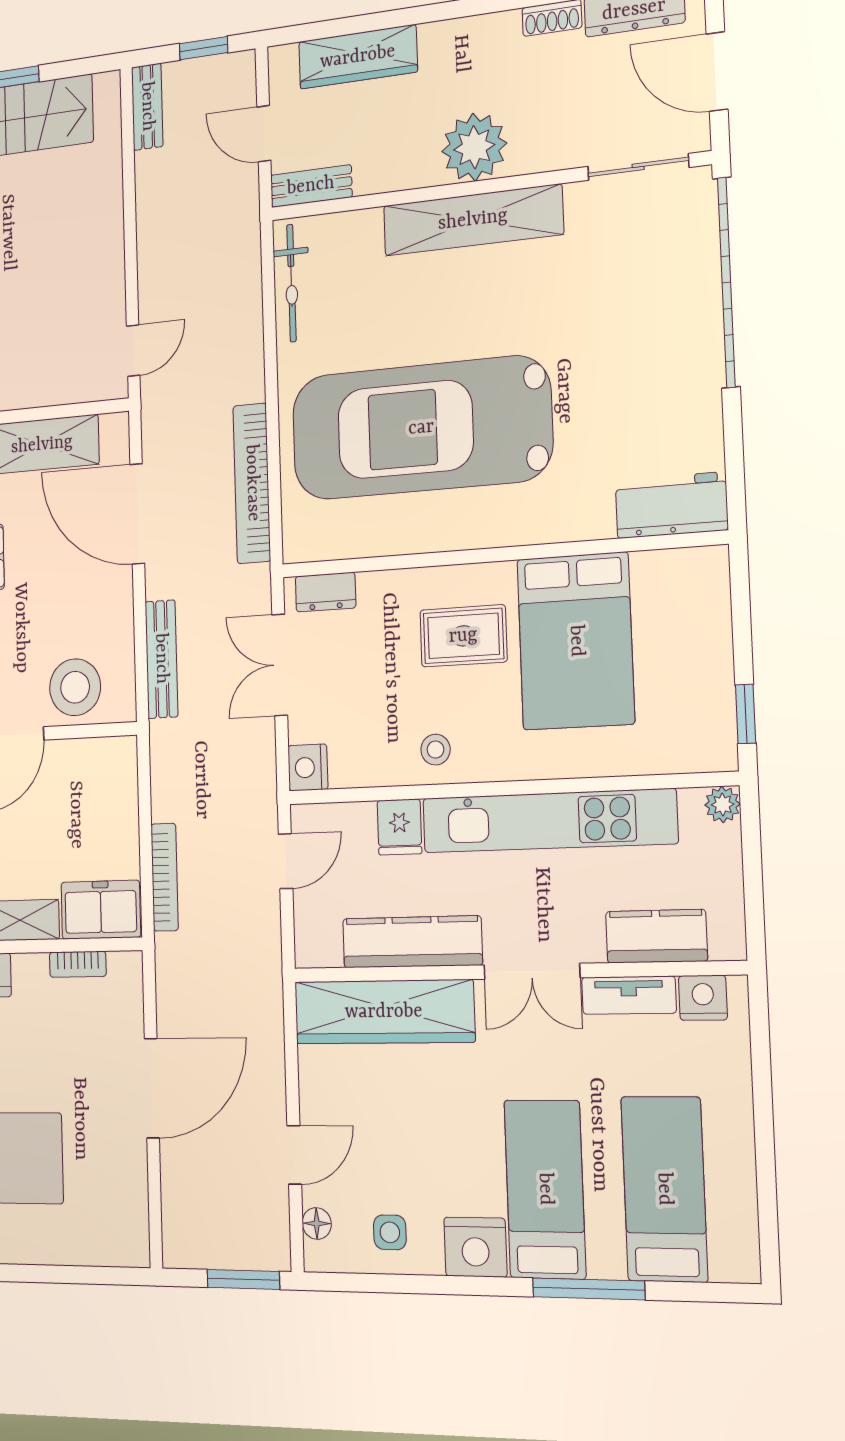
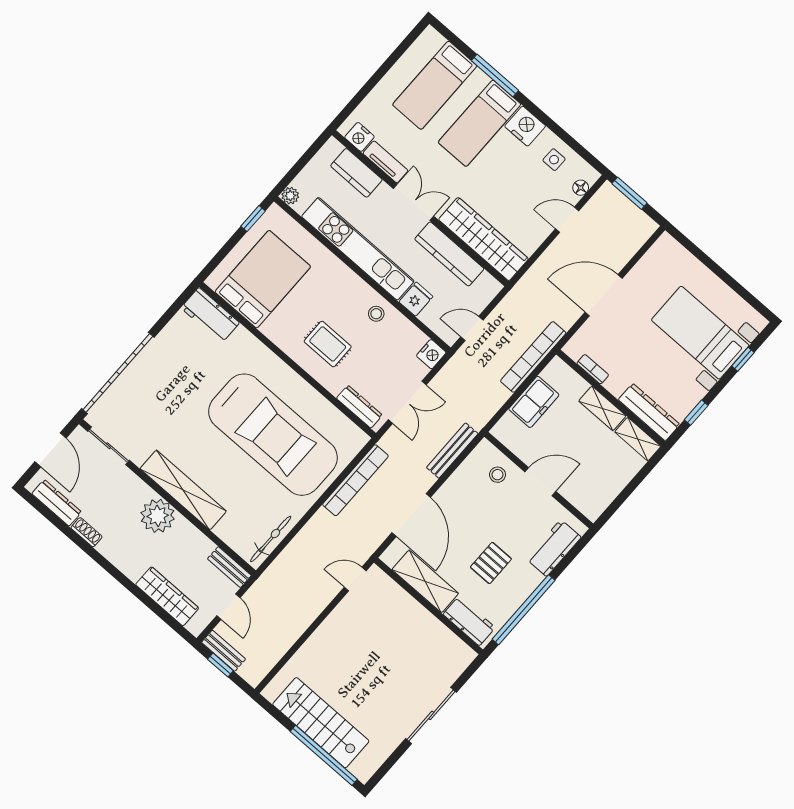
bench: (147, 107) -> (223, 651), moved, turned 90
dresser: (326, 592) -> (359, 407), width x1.44
bed: (576, 641) -> (263, 279), moved
stool: (75, 687) -> (498, 475), width x0.53, depth x0.53
bookcase: (165, 877) -> (533, 357), width x1.48, depth x1.31
freezer: (101, 910) -> (534, 402), moved, turned -90

